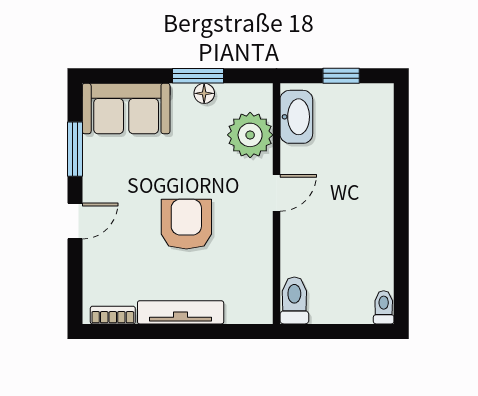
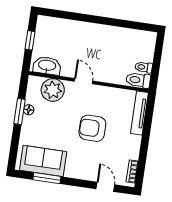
sofa: (126, 109) -> (43, 161), moved, turned -90
door: (75, 221) -> (105, 187), moved
toilet: (384, 307) -> (144, 67), moved
tv unit: (181, 312) -> (139, 113), moved

